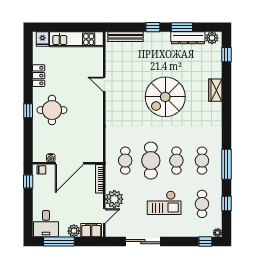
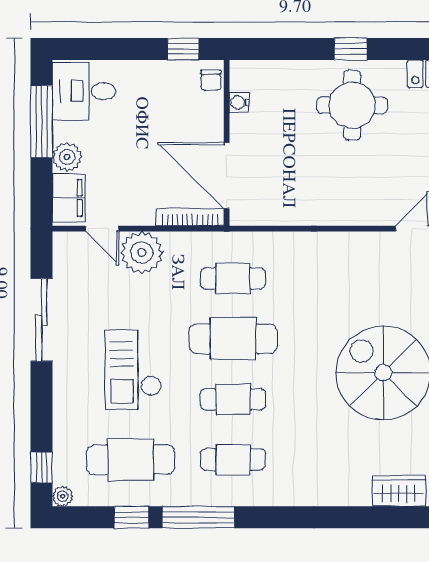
door: (69, 163) -> (227, 176), moved
window: (226, 164) -> (198, 517), moved
cafe table: (202, 204) -> (131, 460), width x1.37, depth x1.35

